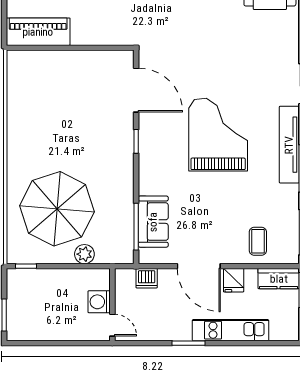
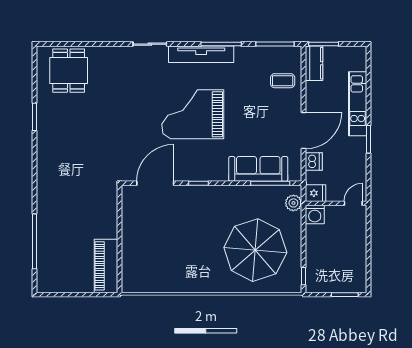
sofa: (153, 222) -> (258, 169), width x1.36
plant: (84, 254) -> (293, 203), moved
dishwasher: (147, 278) -> (314, 162), moved
fridge: (234, 280) -> (315, 193), moved
washing machine: (99, 302) -> (315, 215), moved

